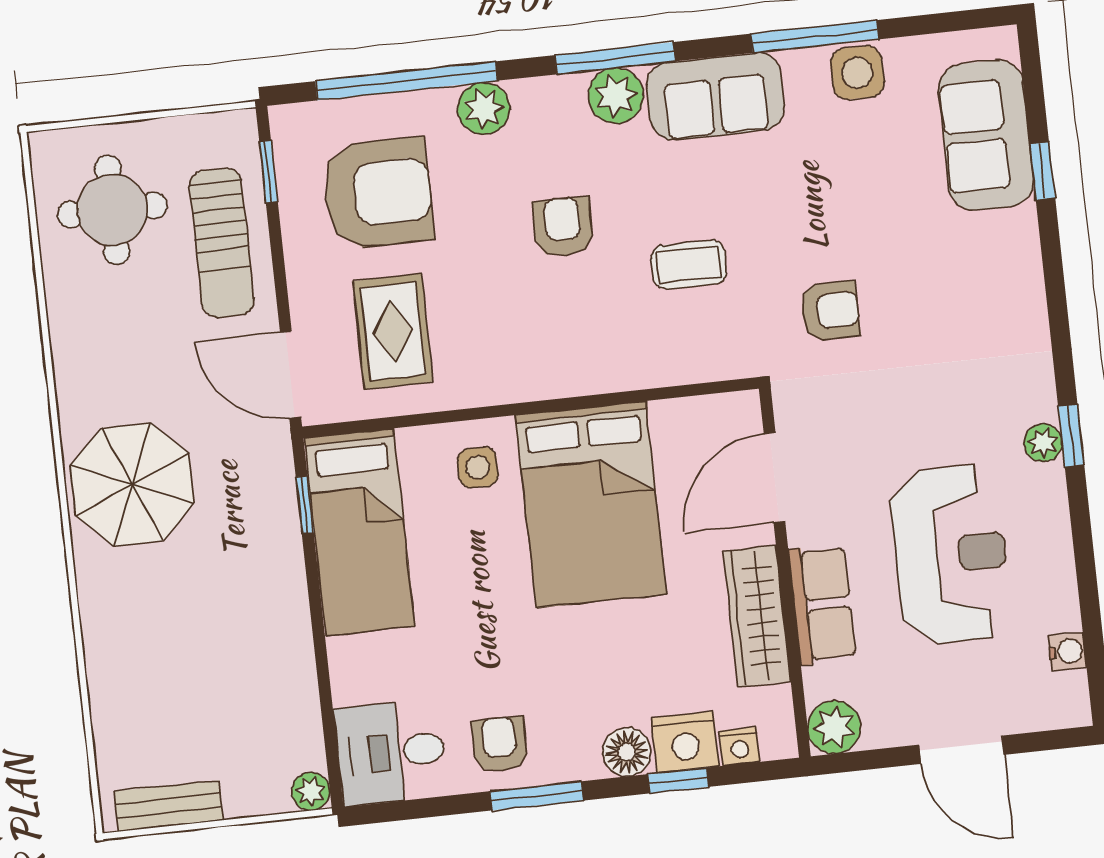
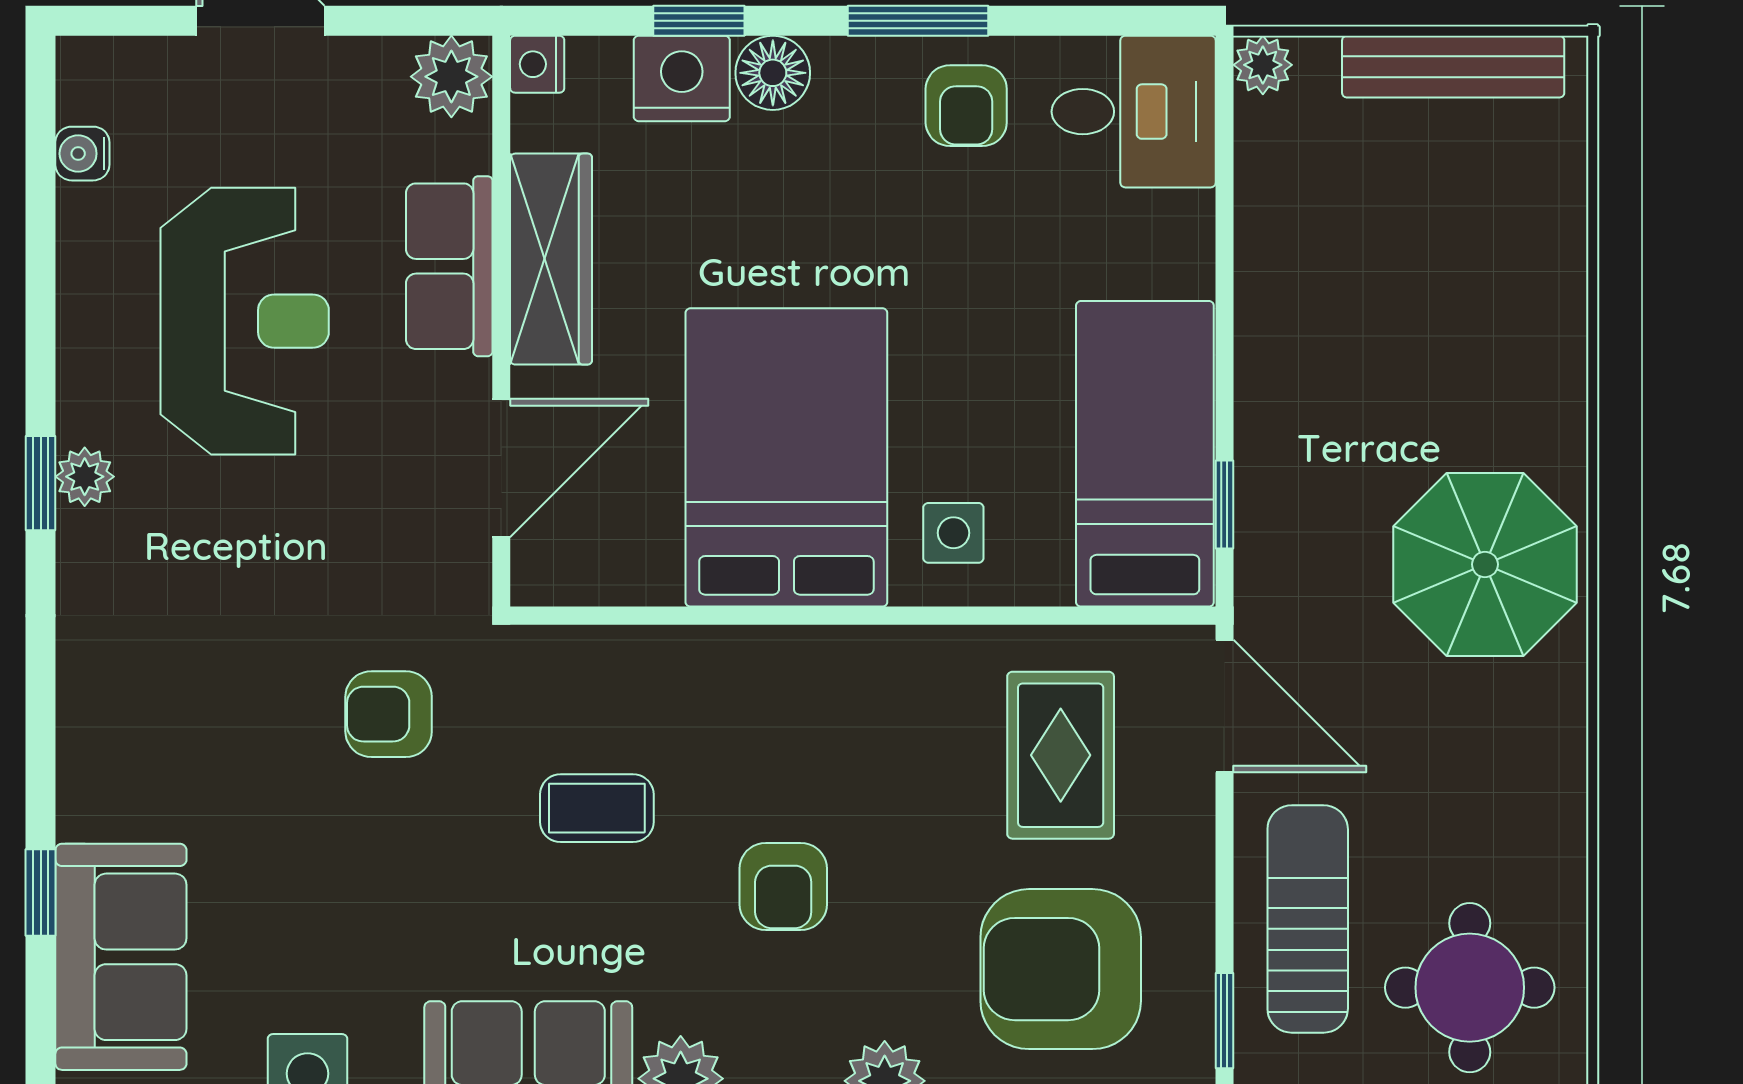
reception desk: (951, 555) -> (245, 321), turned 180
nightstand: (740, 746) -> (537, 64), moved, turned -90
bench: (169, 806) -> (1453, 67), width x1.36

